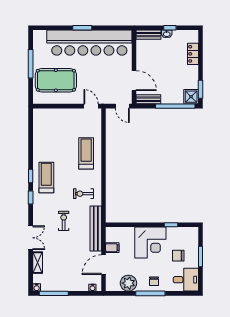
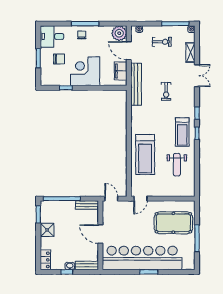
locker: (193, 54) -> (45, 260), moved
door: (134, 81) -> (100, 234), moved
shower: (191, 97) -> (47, 230), moved
door: (91, 106) -> (140, 199), hinge flipped
weight bench: (52, 142) -> (177, 165), added
treadmill: (86, 153) -> (145, 155), width x1.37, depth x1.38
exercise bike: (84, 194) -> (162, 42), moved
double door: (31, 238) -> (197, 76), swing flipped
filing cabinet: (112, 248) -> (121, 71), width x2.00
door: (104, 265) -> (129, 51), swing flipped
plant: (128, 283) -> (119, 33), moved

